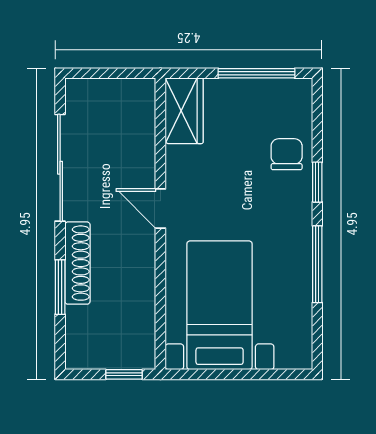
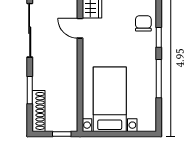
door: (160, 209) -> (80, 28), moved
shoe rack: (77, 263) -> (38, 111), moved

